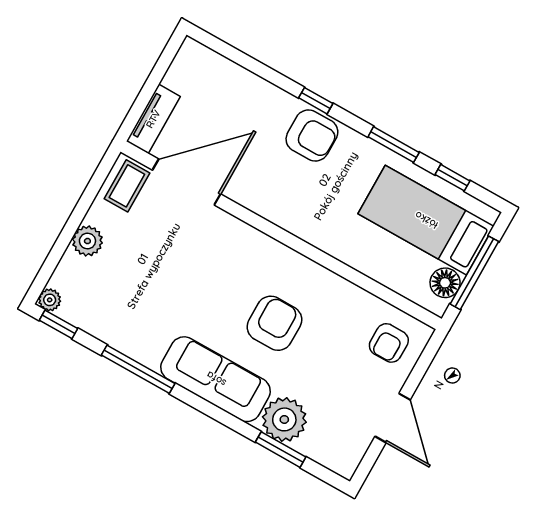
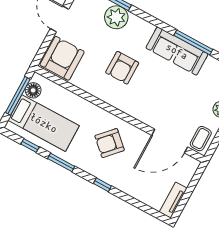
tv unit: (153, 119) -> (173, 200), moved
armchair: (312, 135) -> (110, 143), moved, turned -47
armchair: (389, 343) -> (62, 58), width x1.88, depth x1.88
sofa: (216, 379) -> (177, 51), moved

